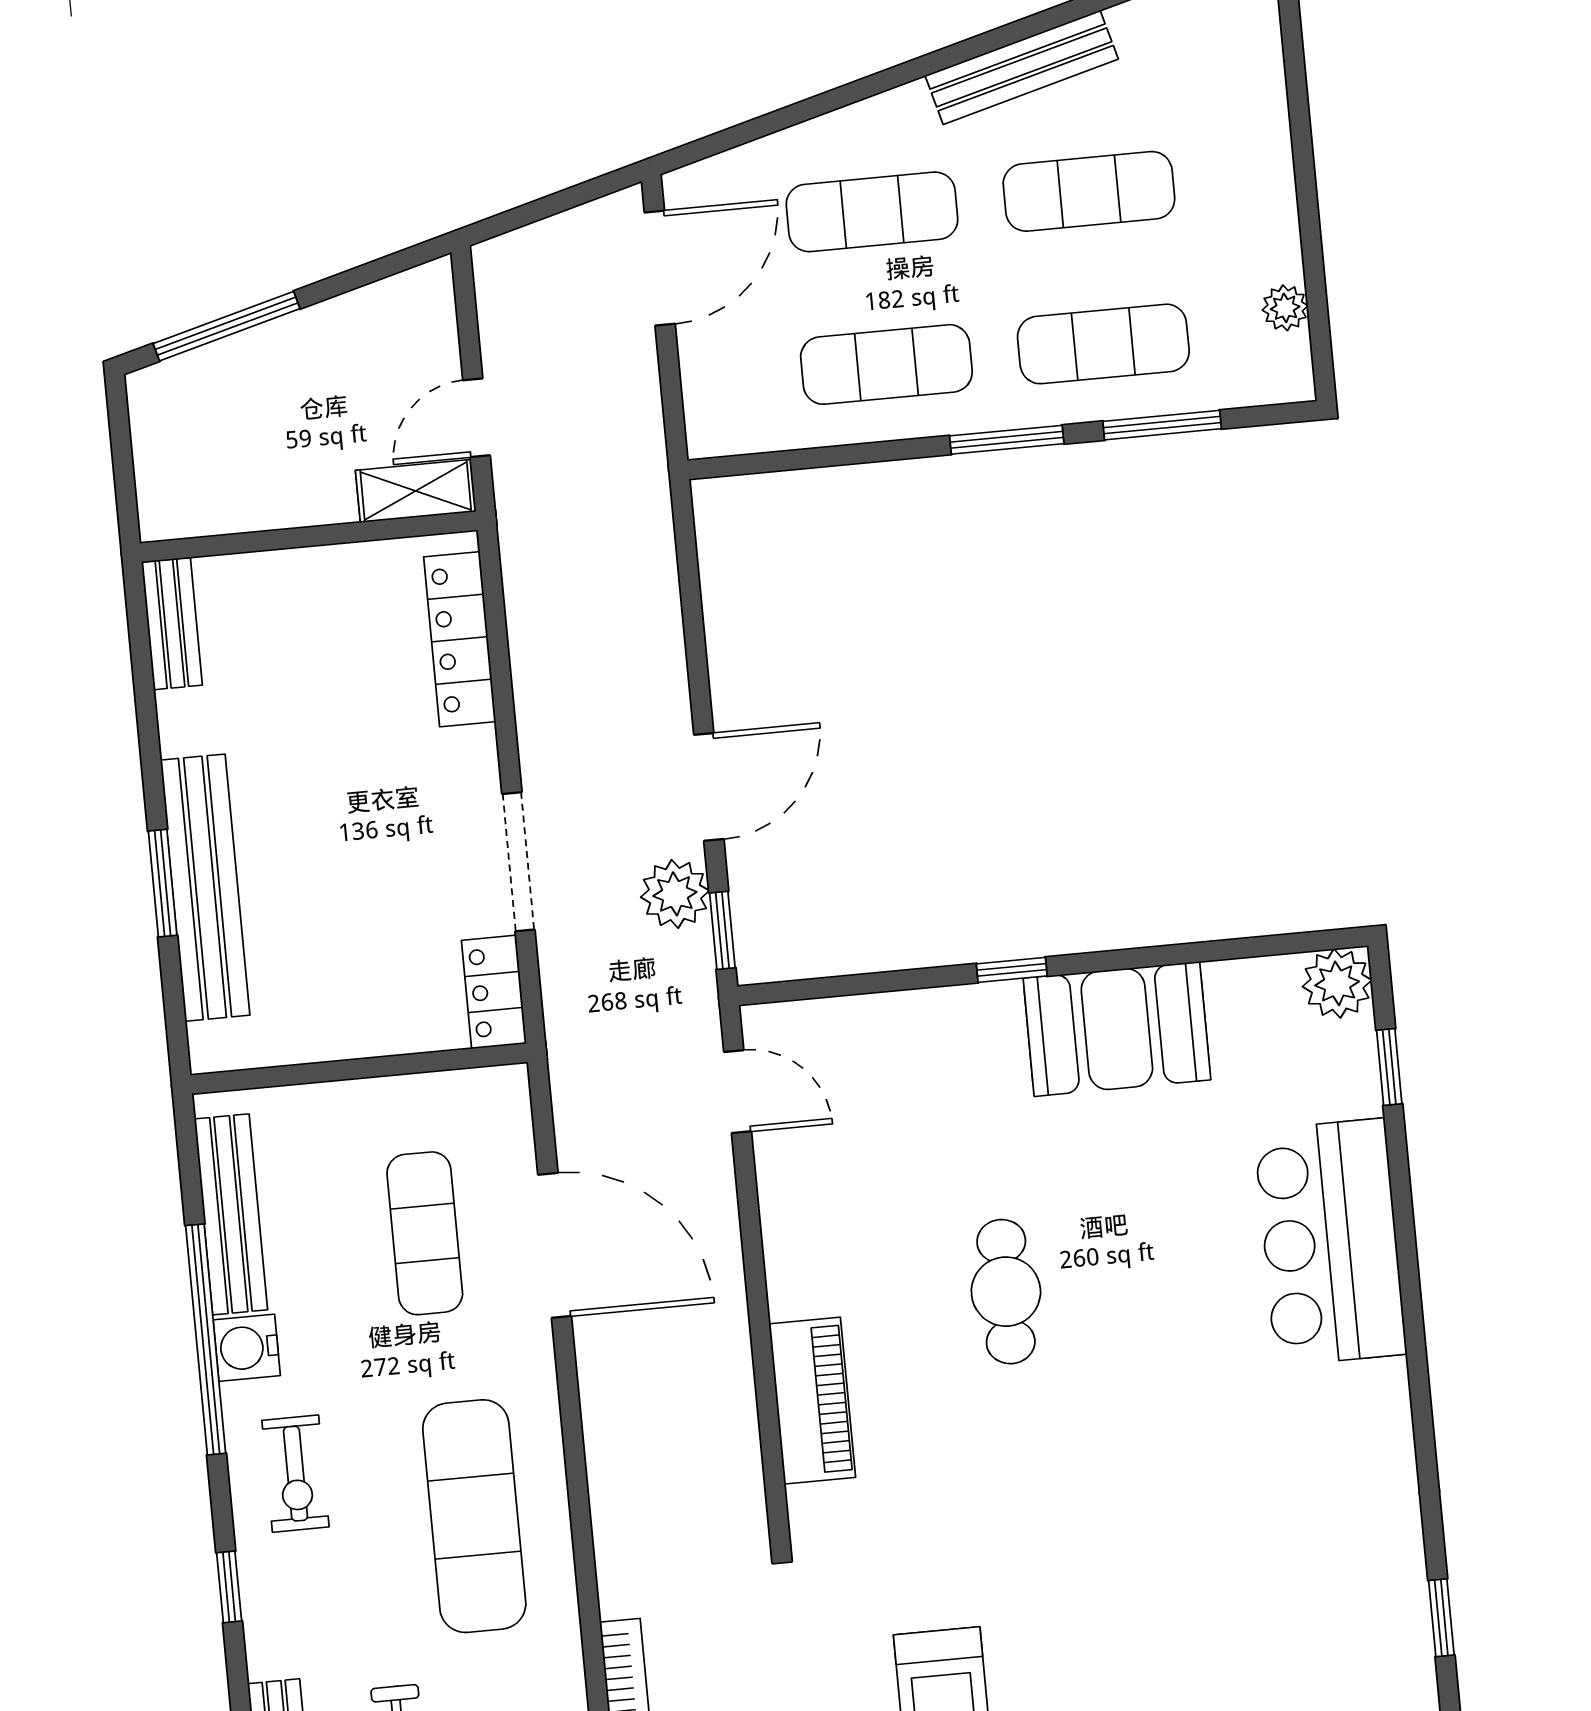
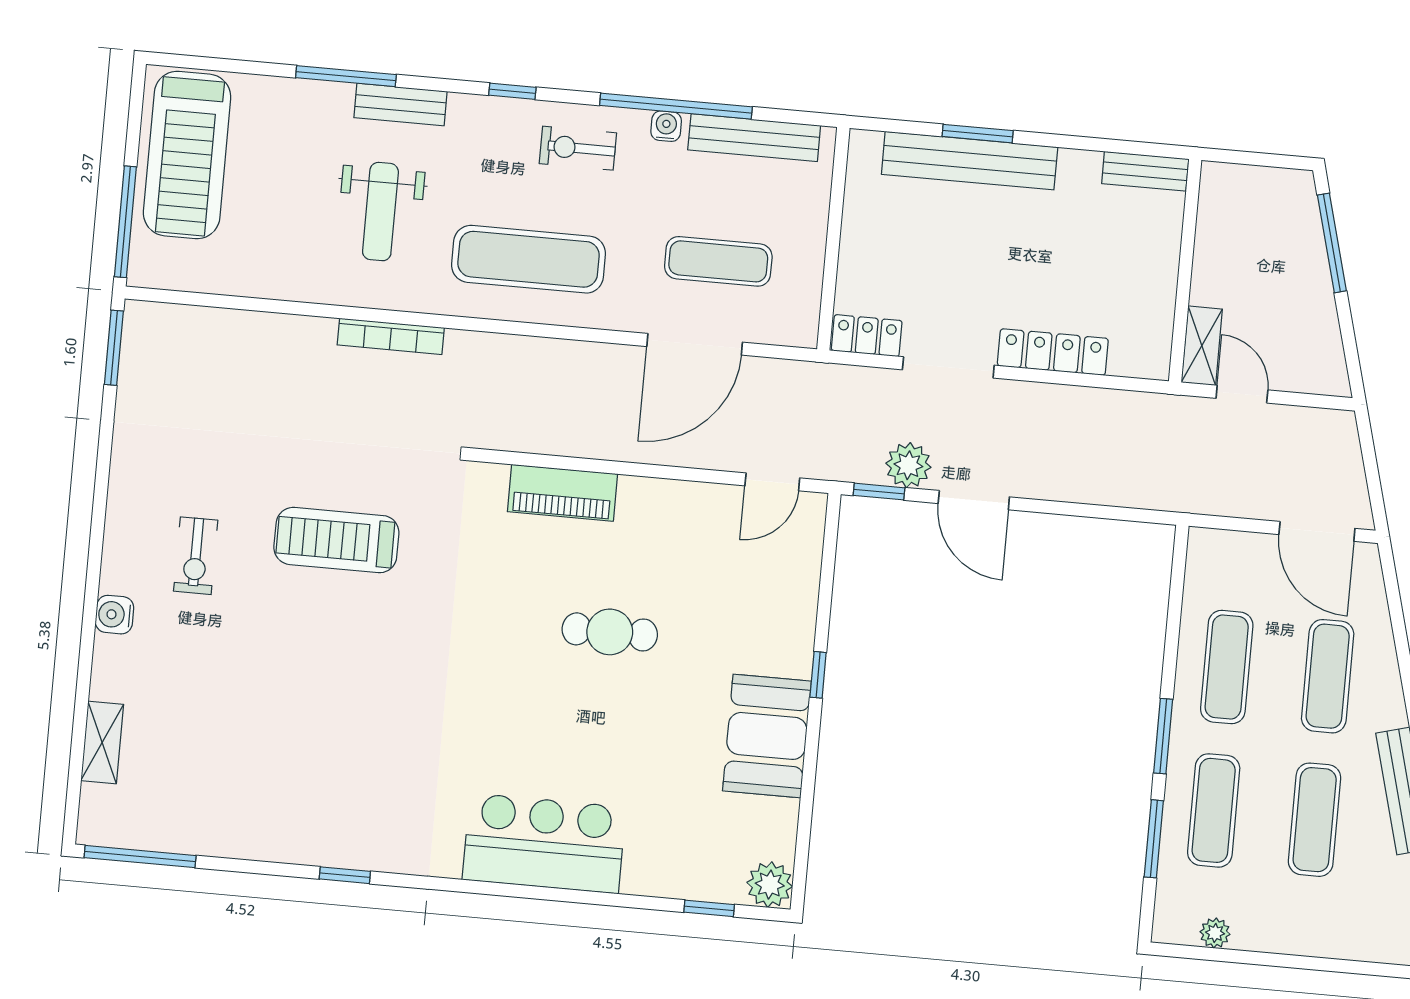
locker: (460, 639) -> (1053, 352), moved
bar counter: (1330, 1242) -> (544, 843), moved
water cooler: (247, 1348) -> (666, 126), width x0.72, depth x0.72

